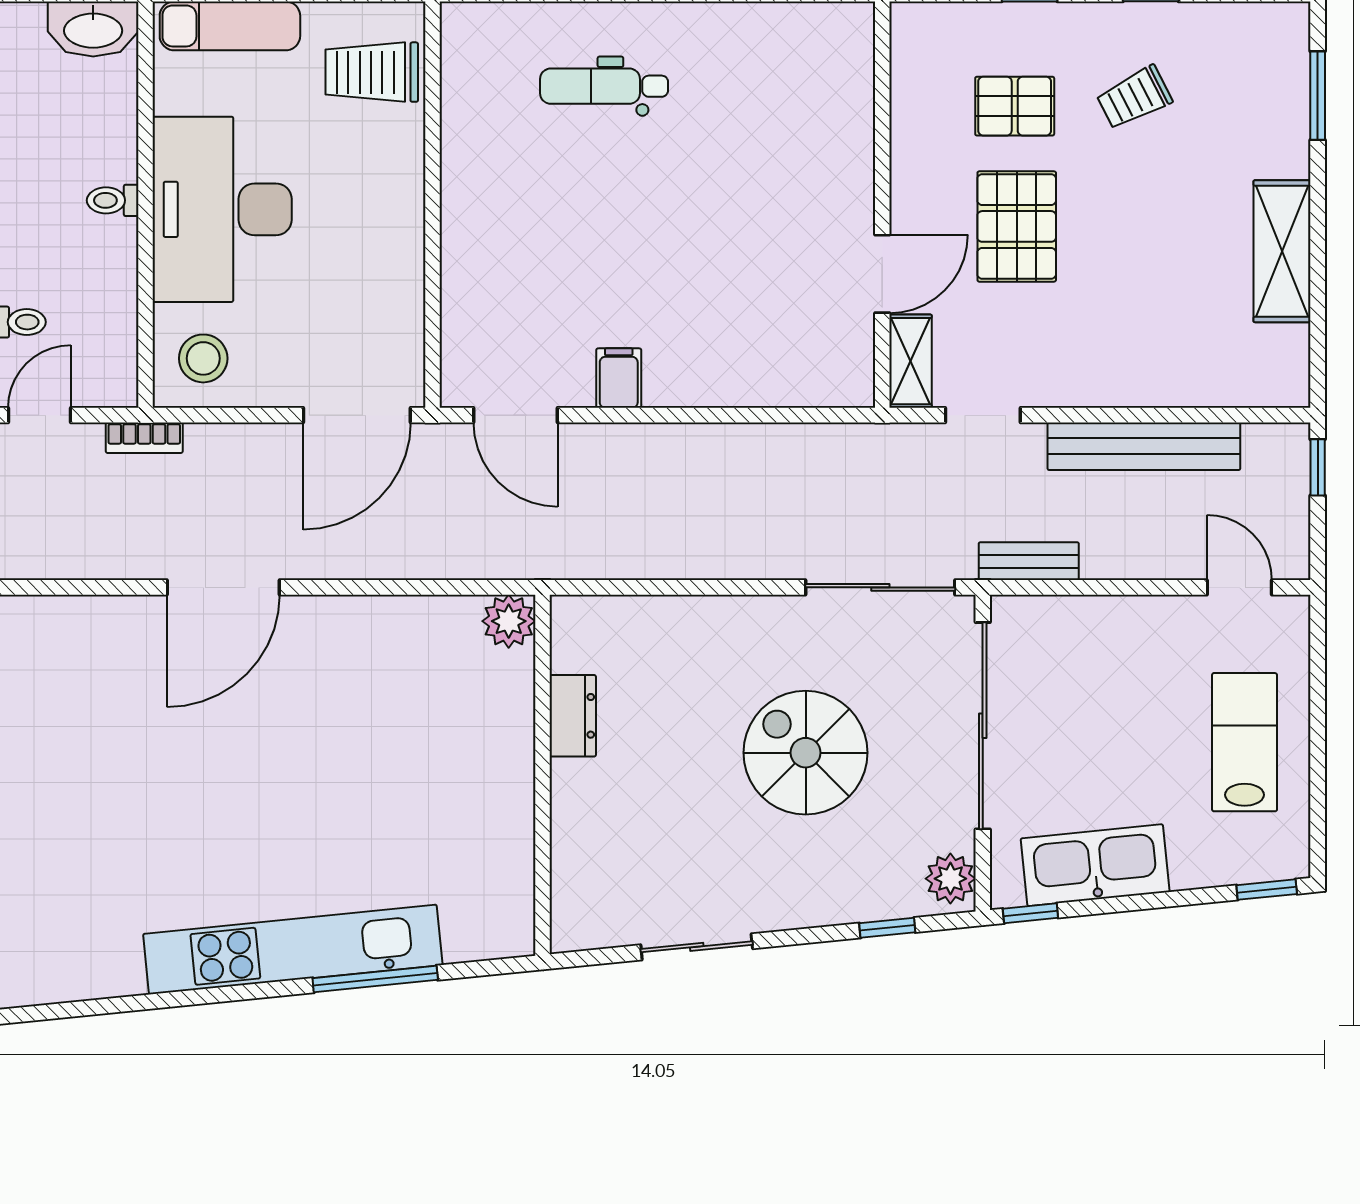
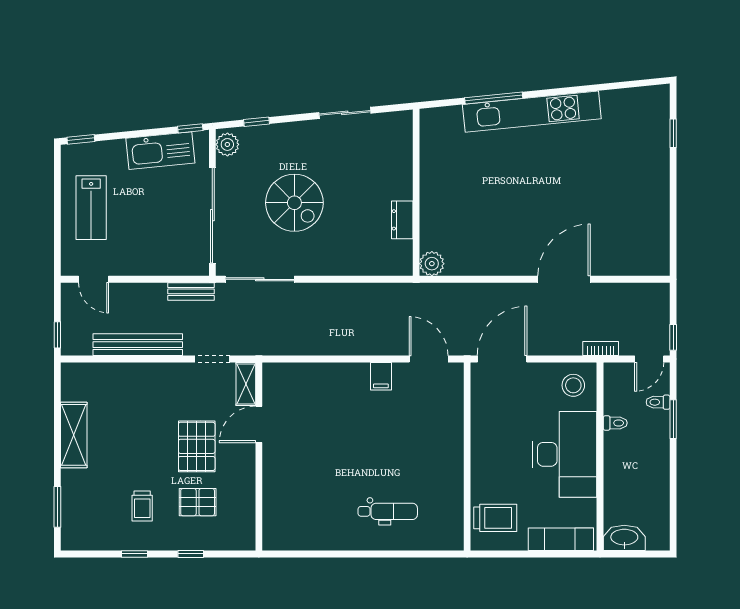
trolley: (1134, 98) -> (142, 506), turned 117
toilet: (113, 200) -> (615, 423), moved

